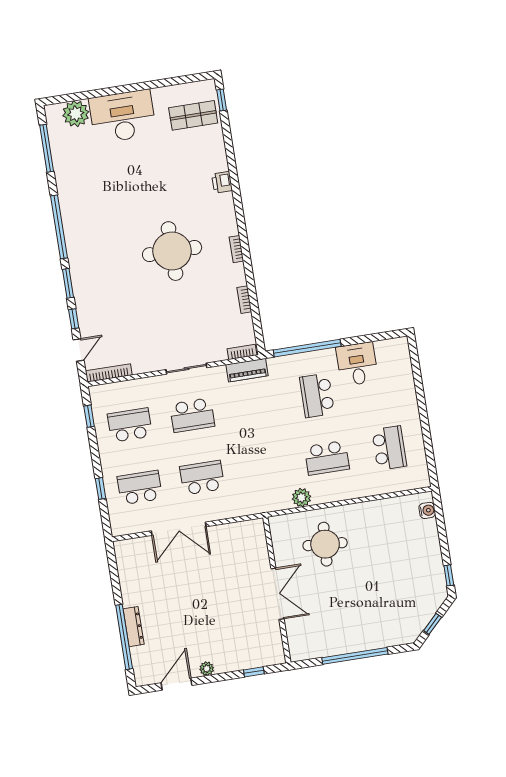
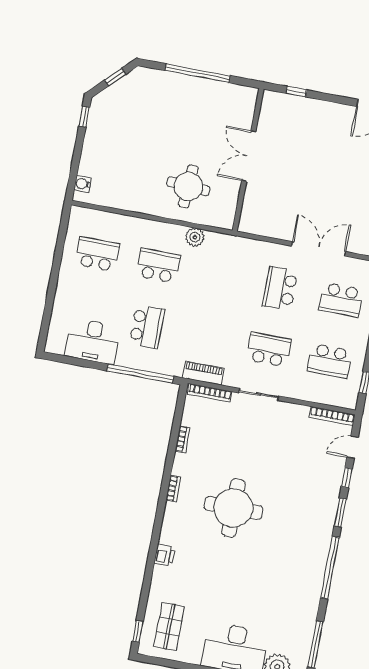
shop shelf: (193, 115) -> (169, 627), turned 90
bookcase: (242, 352) -> (210, 393), width x1.56
desk: (357, 364) -> (93, 341), width x1.37
school desk: (389, 448) -> (97, 254), turned 90
school desk: (202, 478) -> (280, 288), turned 90
plant: (207, 669) -> (339, 110), removed

